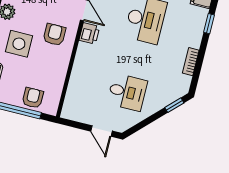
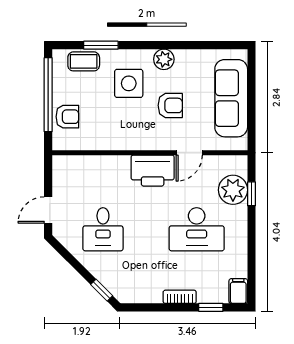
printer: (89, 33) -> (153, 171), width x1.87, depth x1.48
armchair: (54, 35) -> (170, 105), moved
bookcase: (191, 62) -> (180, 297), moved

